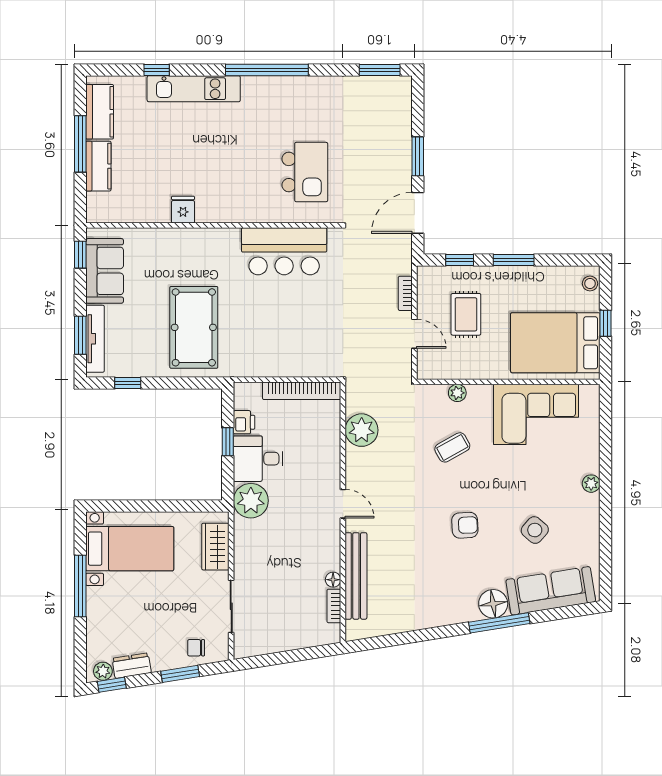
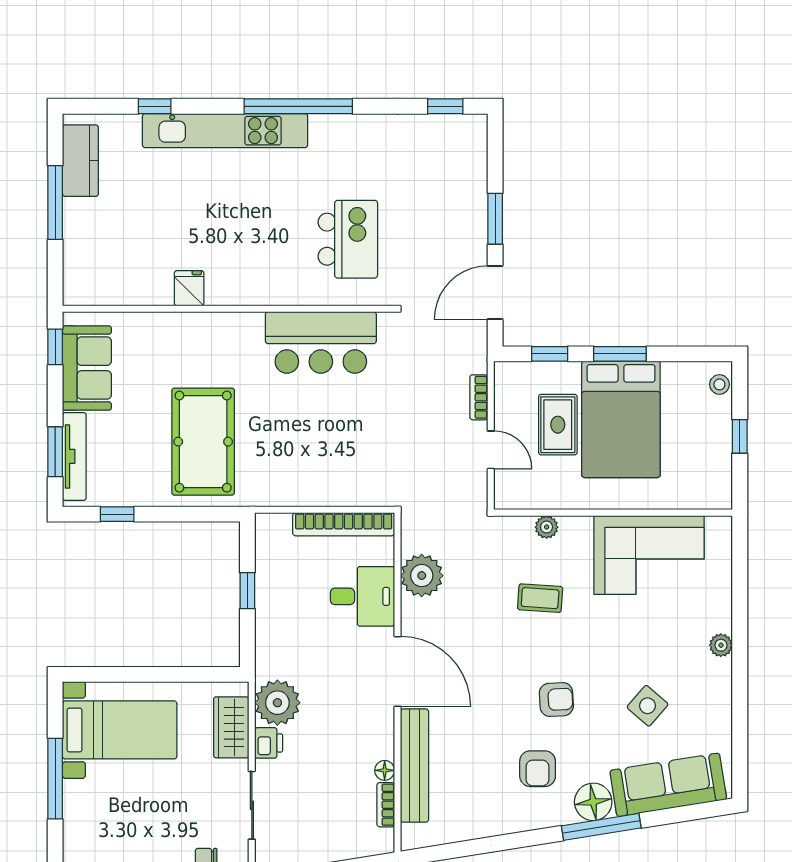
window: (380, 70) -> (445, 106), width x0.67
kitchen unit: (194, 89) -> (225, 131), width x1.36
kitchen counter: (98, 166) -> (79, 231), removed
bed: (555, 343) -> (621, 419), moved, turned -90
printer: (244, 422) -> (269, 743), moved
coffee table: (452, 447) -> (540, 598), turned 33
desk: (258, 459) -> (362, 596), moved, turned 180
plant: (251, 501) -> (277, 703), moved
door: (343, 504) -> (397, 671), width x1.88
armchair: (450, 578) -> (538, 769), added

